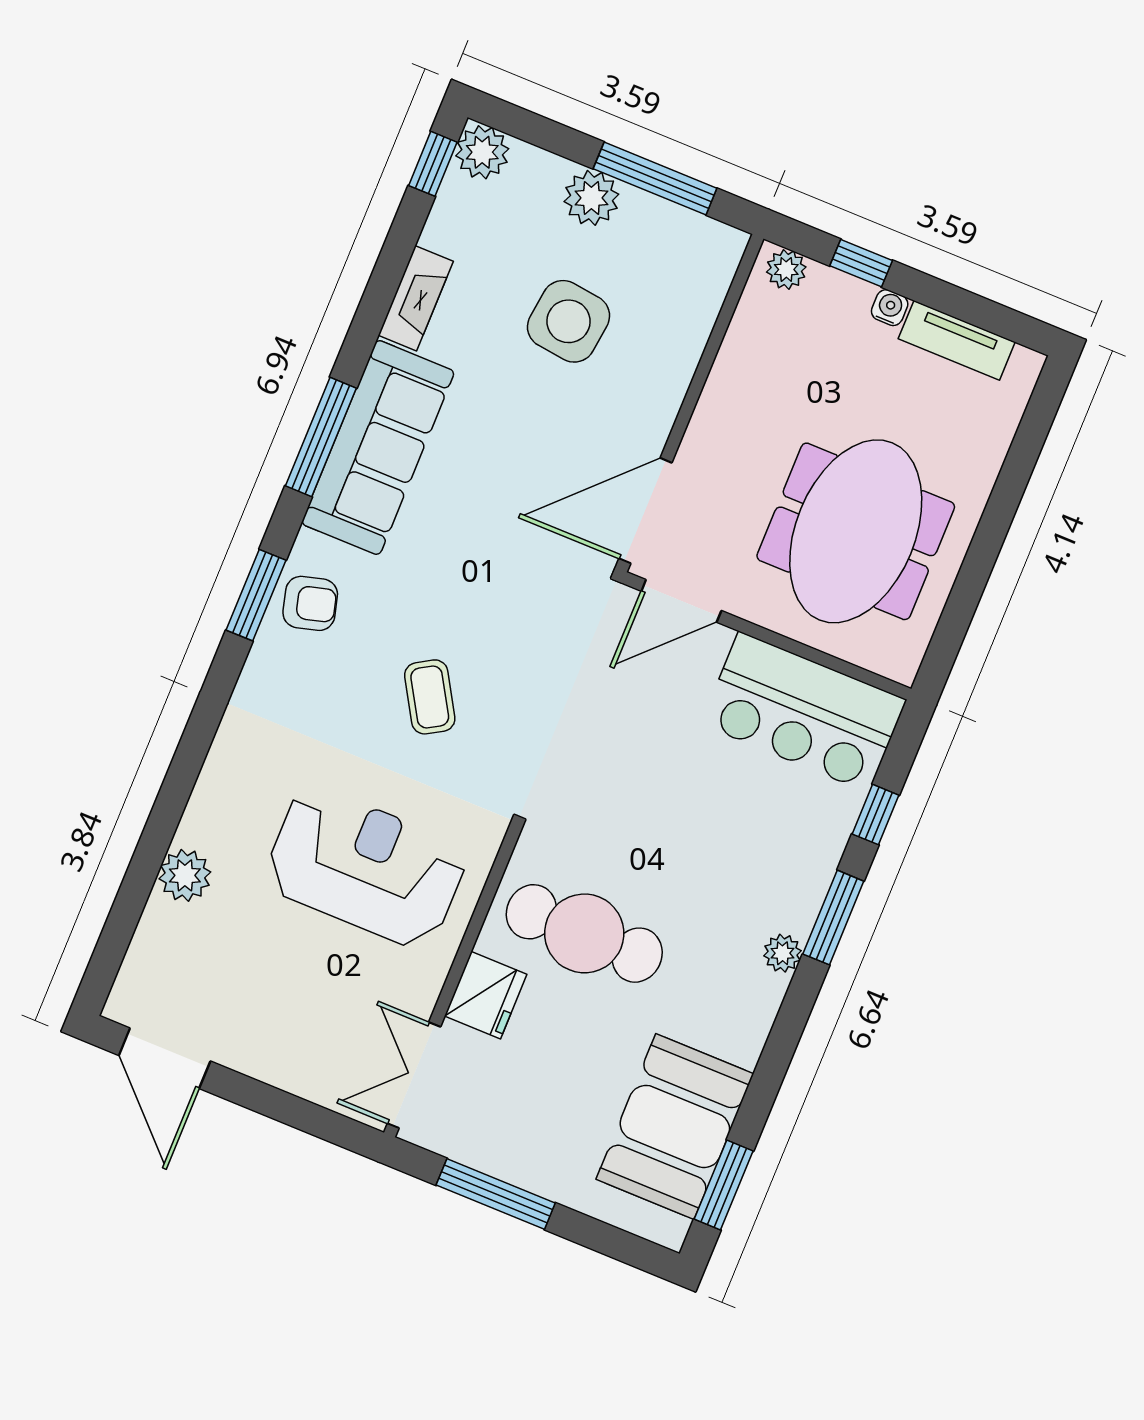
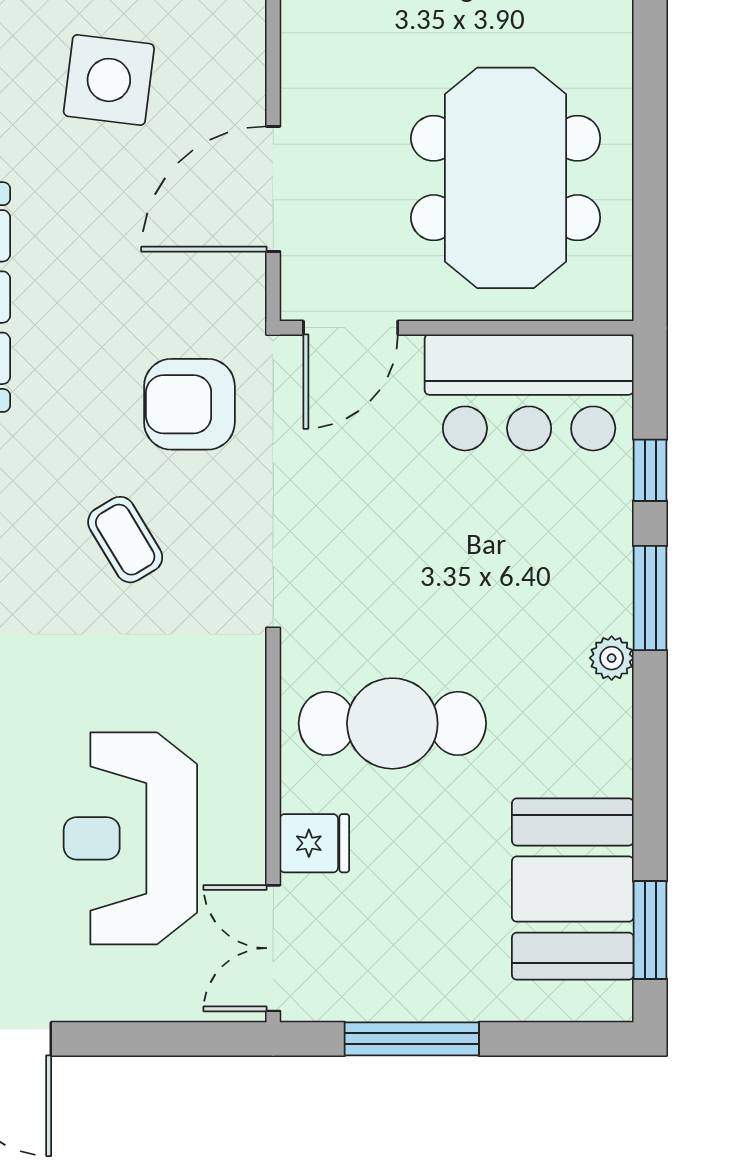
door: (645, 511) -> (273, 189), moved
armchair: (526, 609) -> (189, 404), added
reception desk: (366, 867) -> (130, 838), moved, turned -90
fridge: (486, 995) -> (314, 843), width x0.72

